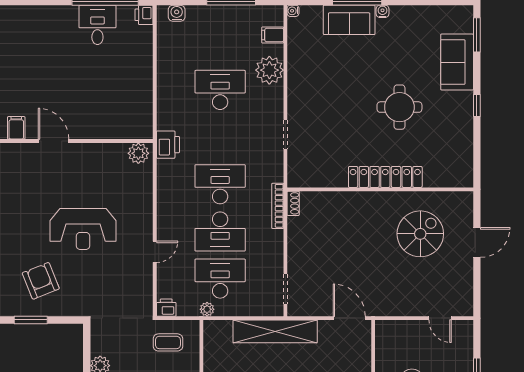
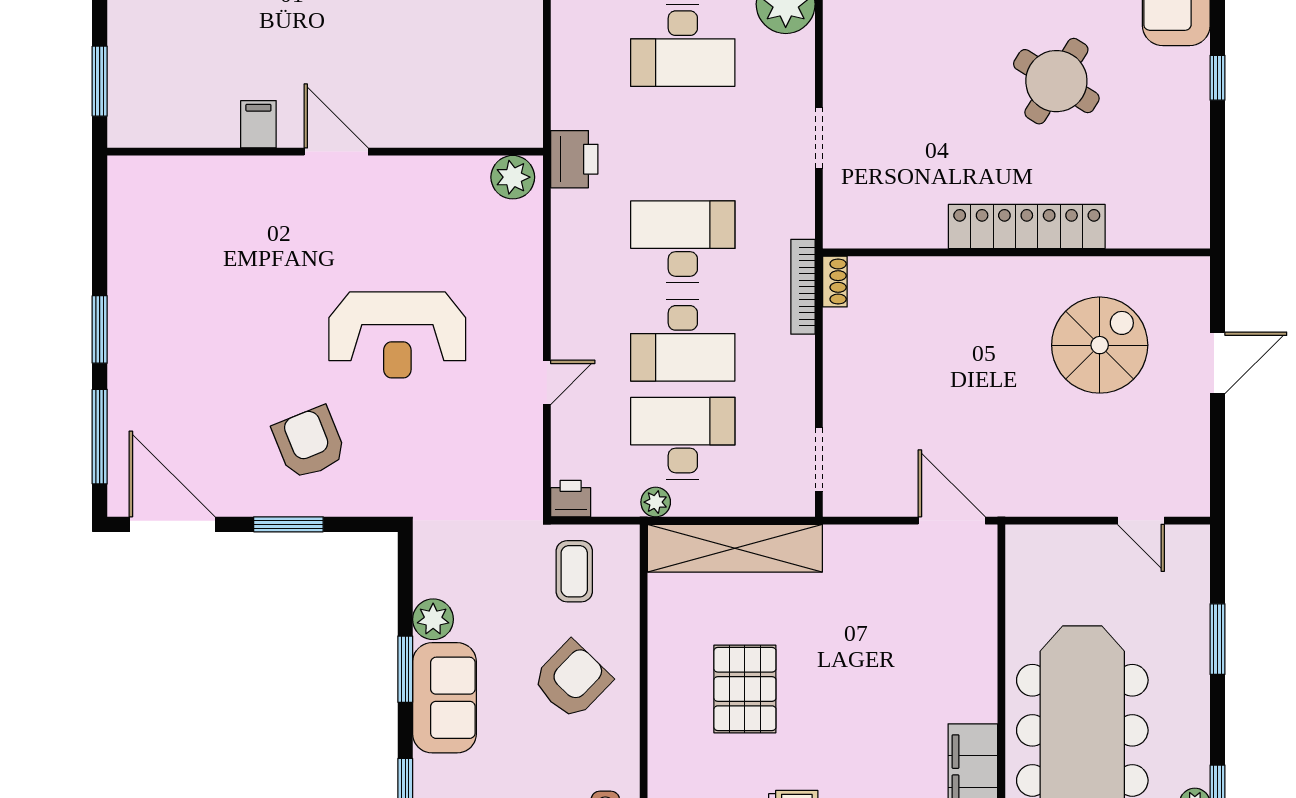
desk: (220, 90) -> (683, 45), turned 180
round table: (399, 107) -> (1056, 81), turned 32
shelving: (275, 331) -> (735, 548), moved
coffee table: (168, 342) -> (574, 571), turned 90

